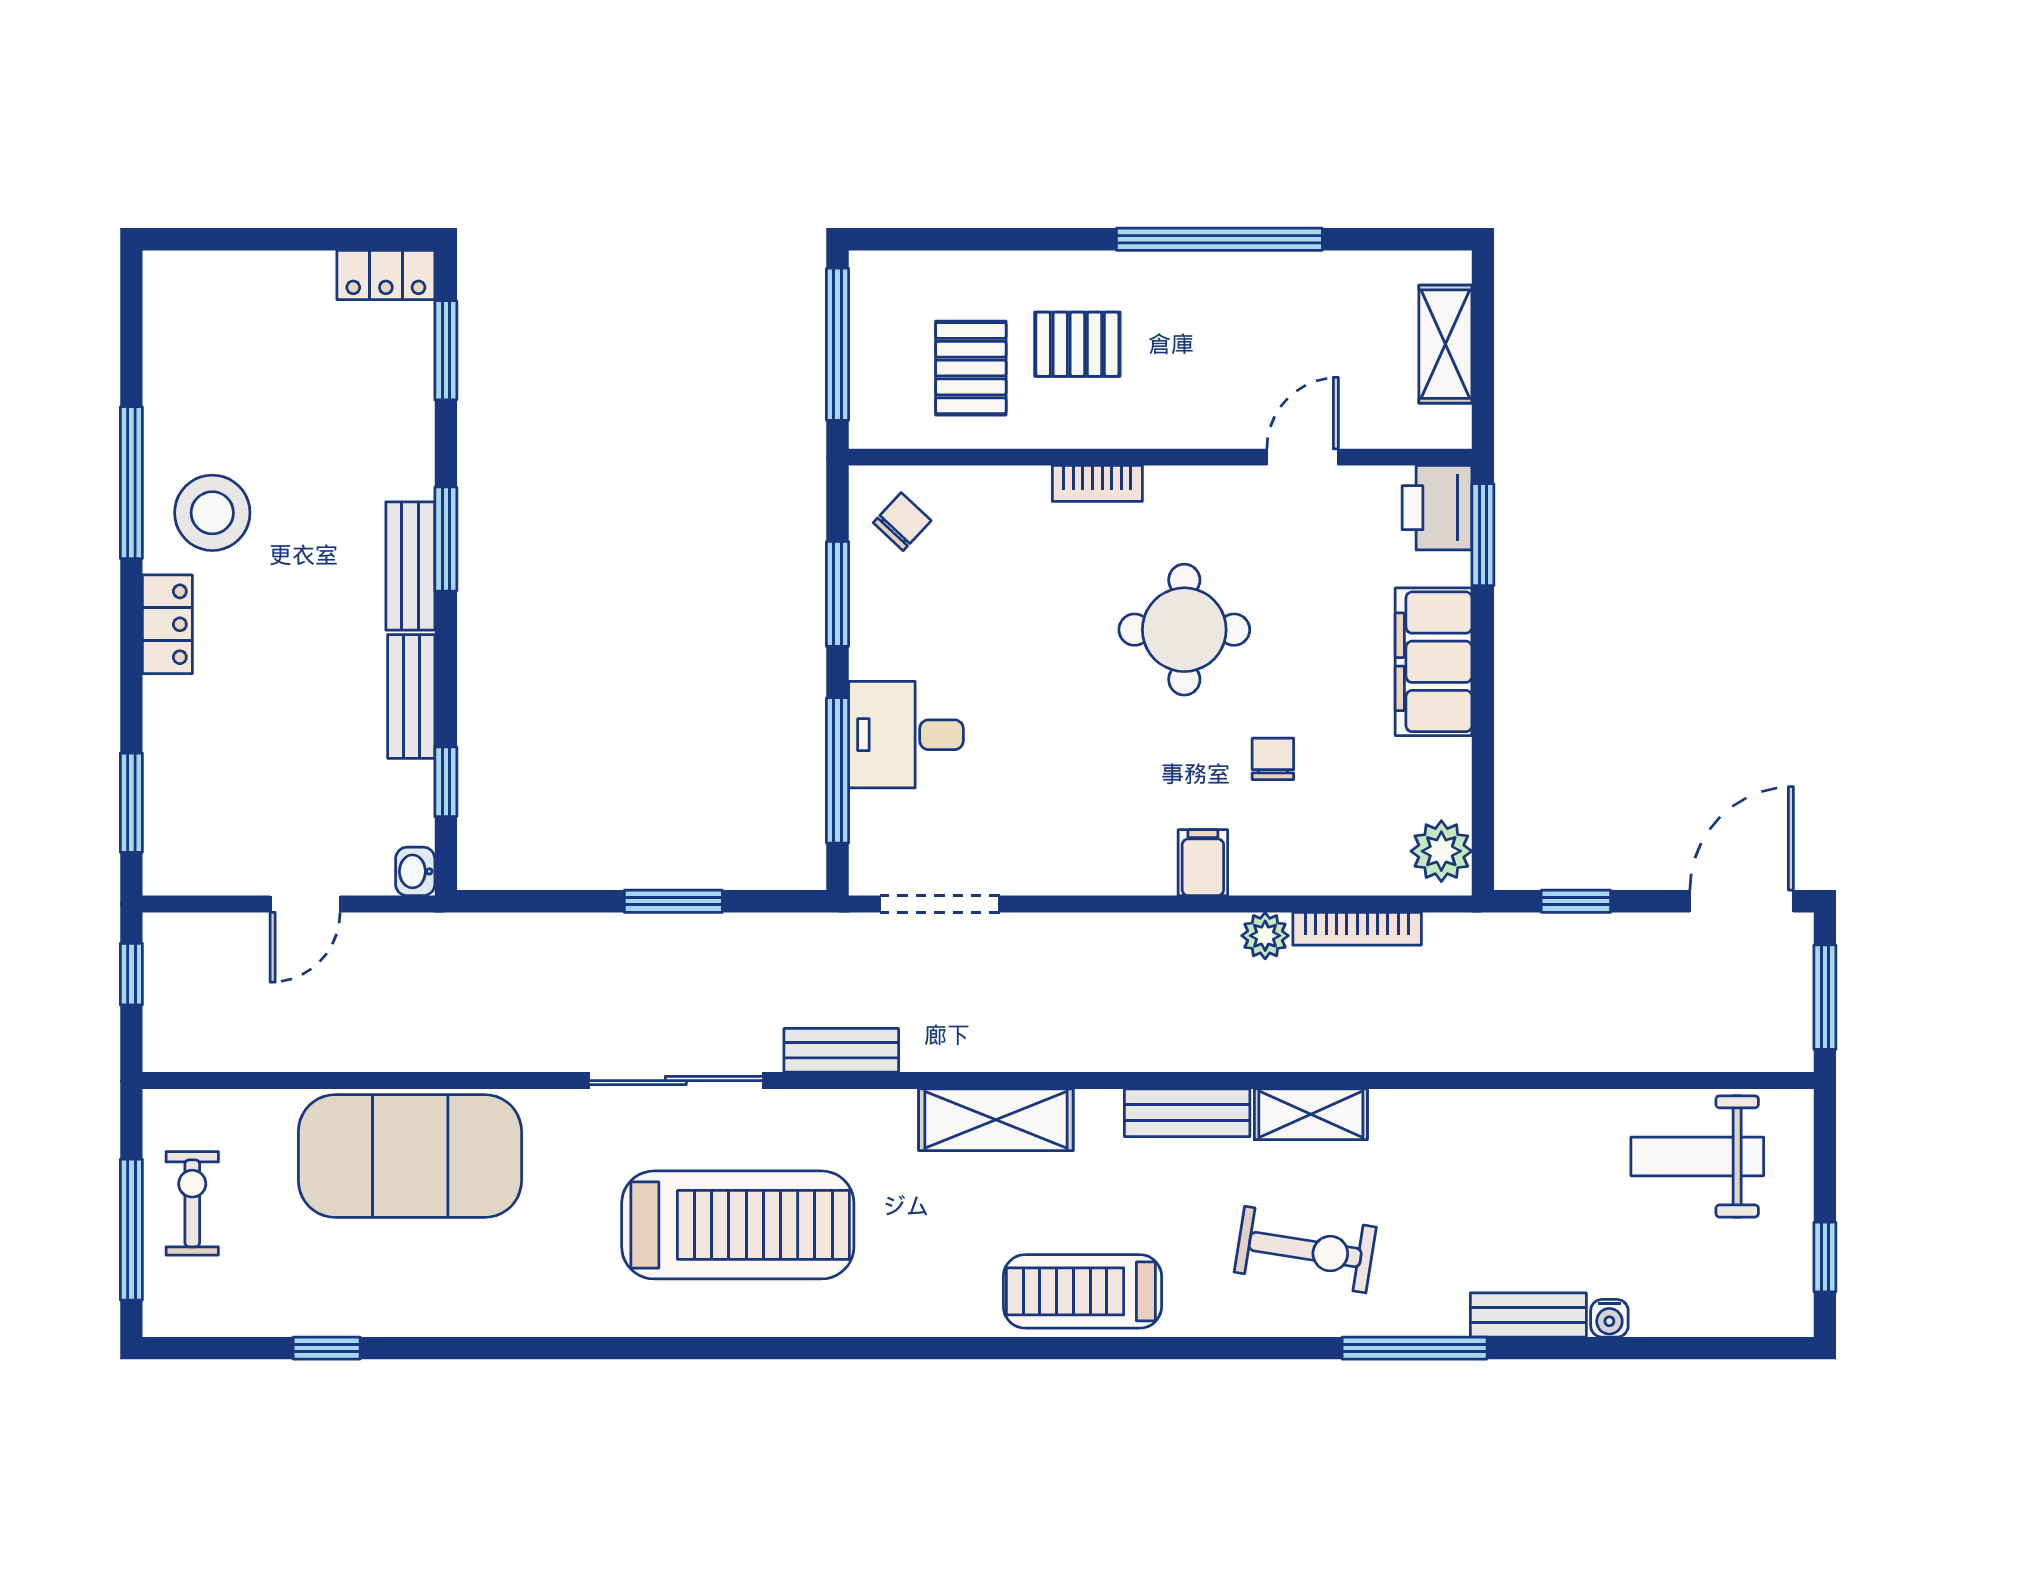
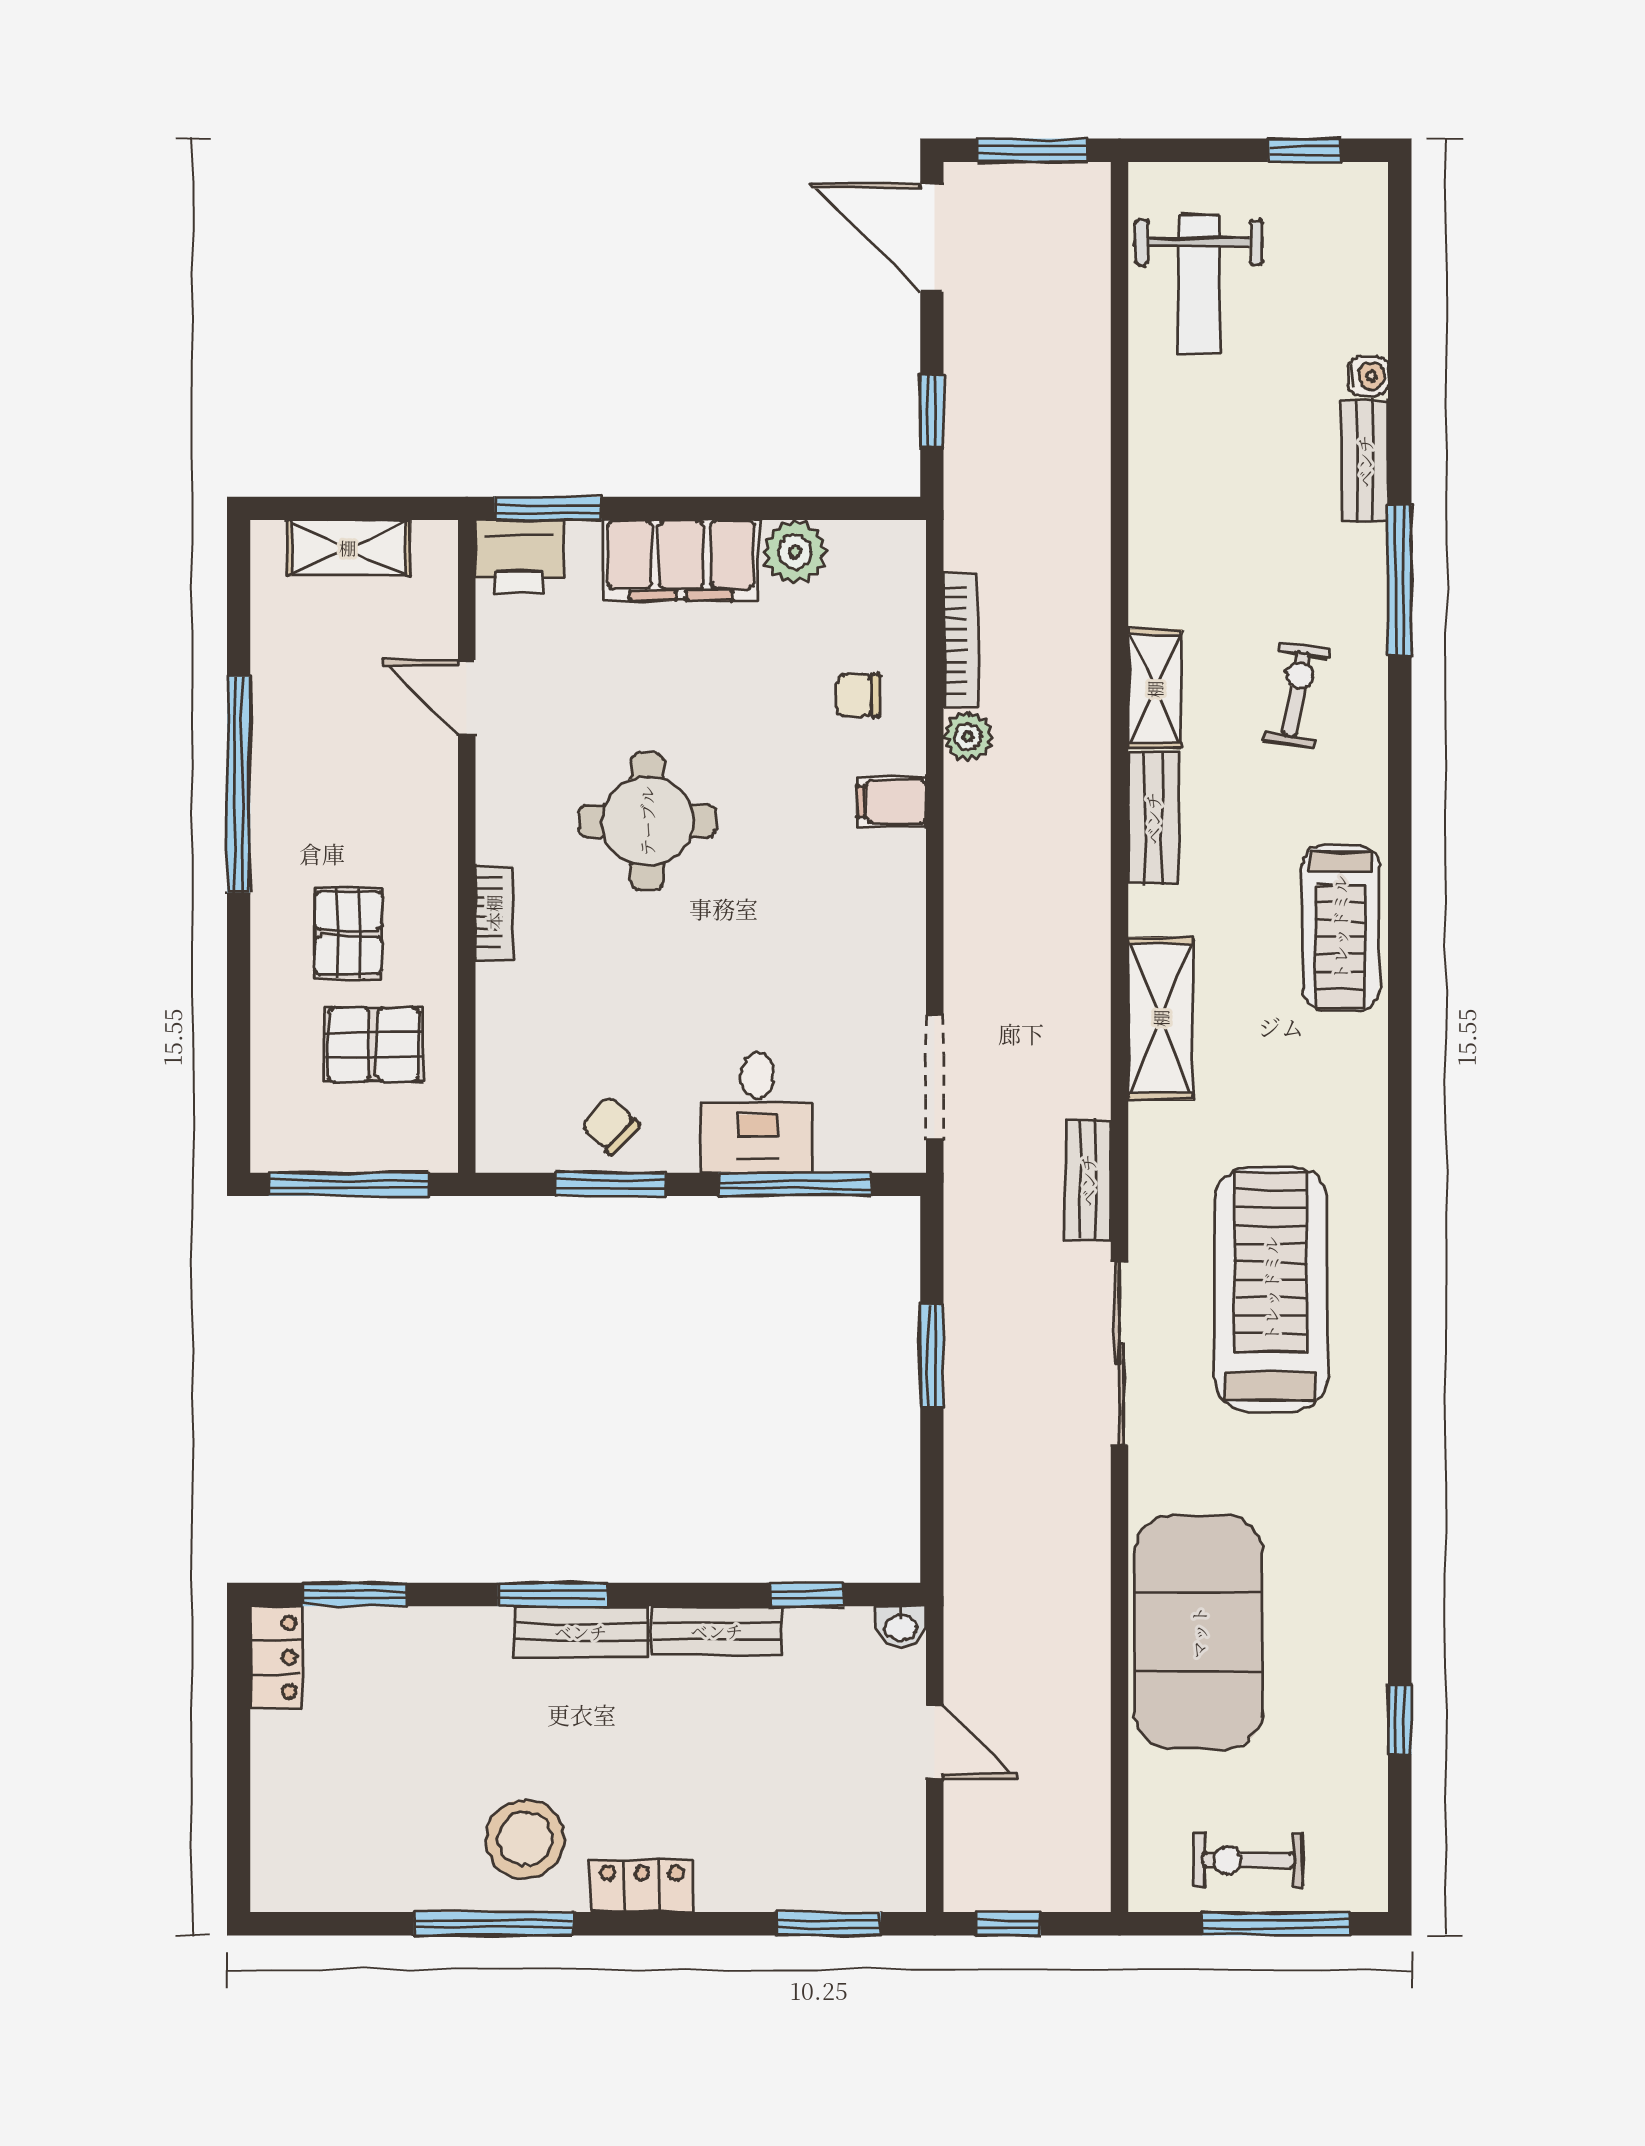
chair: (902, 522) -> (610, 1125), moved
chair: (1273, 759) -> (858, 695), moved
plant: (1441, 851) -> (795, 552), moved
exercise bike: (1305, 1250) -> (1297, 694), width x0.73, depth x0.72

